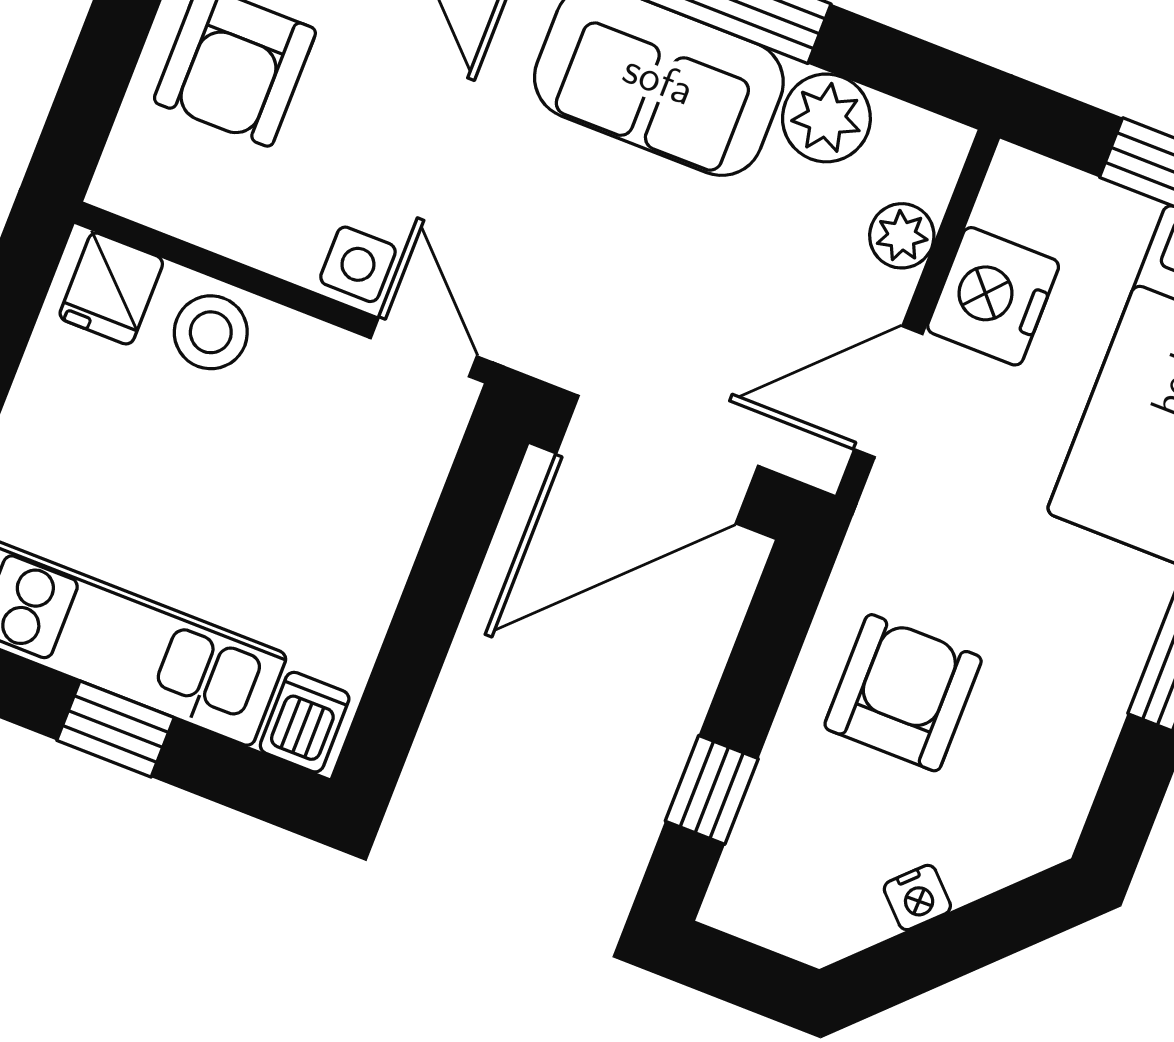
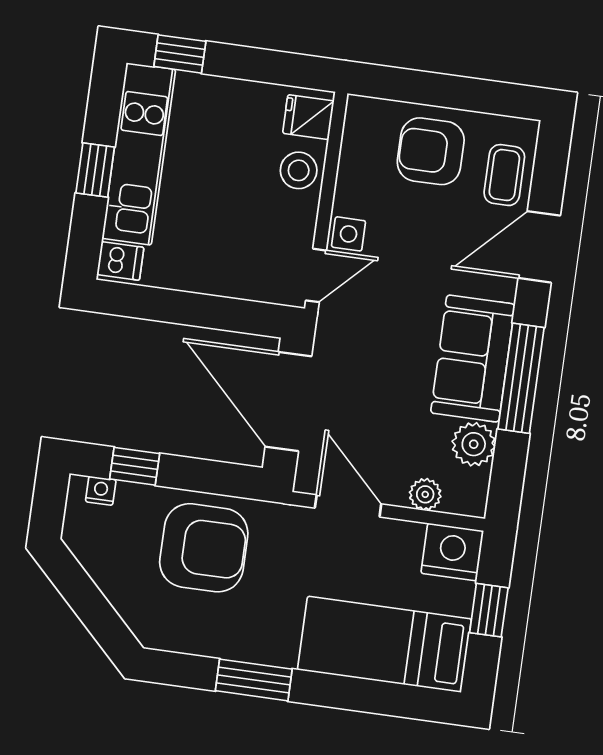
nightstand: (993, 296) -> (452, 552), moved
armchair: (903, 693) -> (204, 548), width x1.36, depth x1.36
nightstand: (917, 898) -> (101, 491), moved, turned 135

